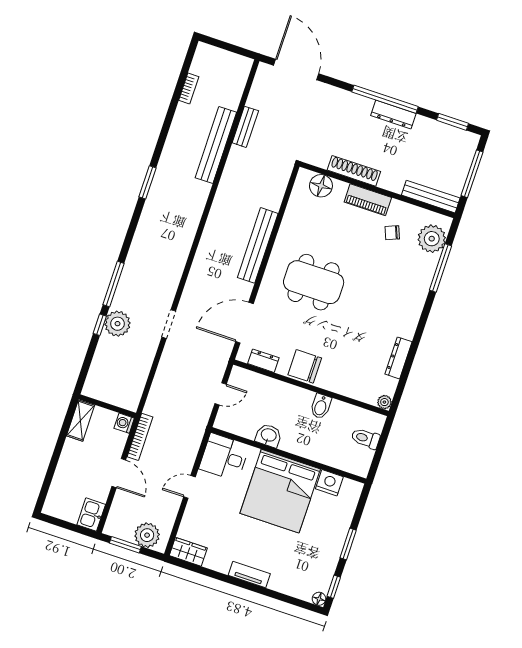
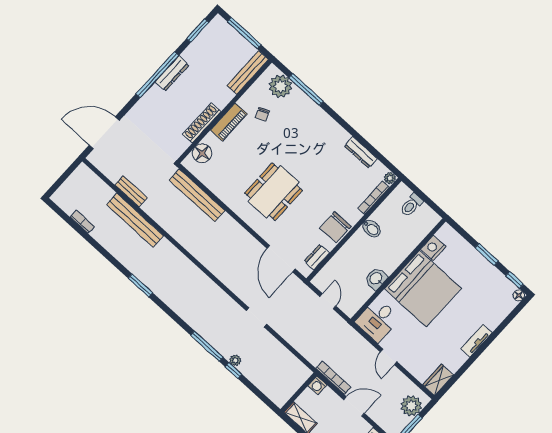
bench: (258, 245) -> (197, 195), moved
plant: (117, 324) -> (235, 360), width x0.53, depth x0.53
bookcase: (355, 394) -> (374, 198), added

